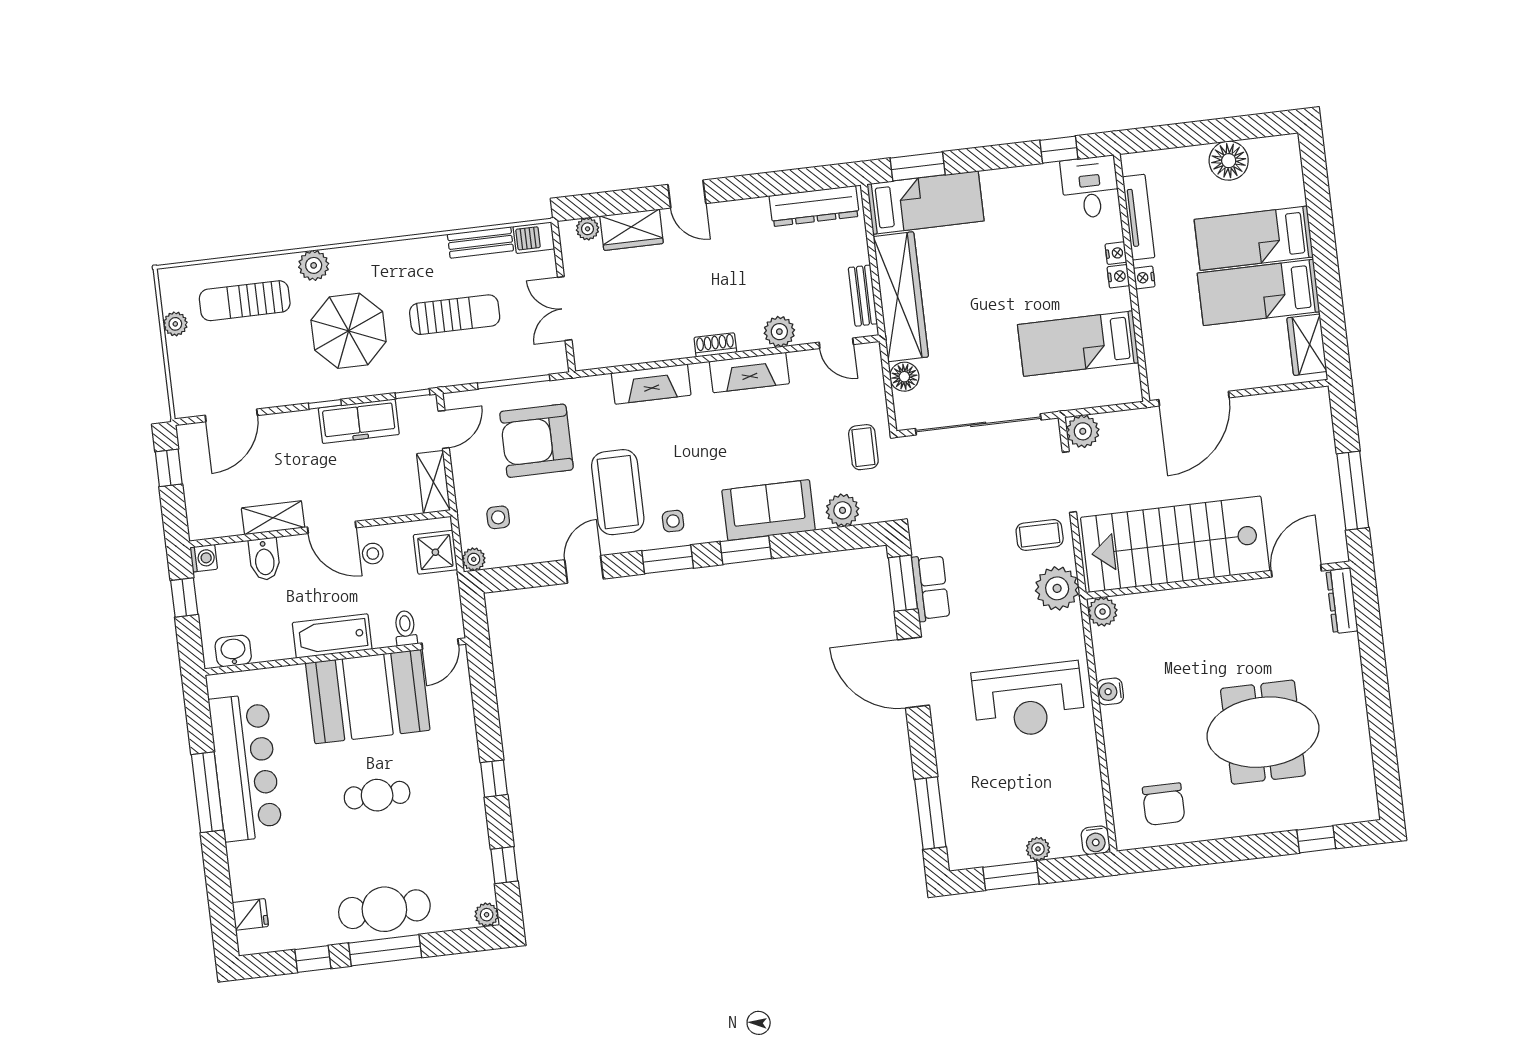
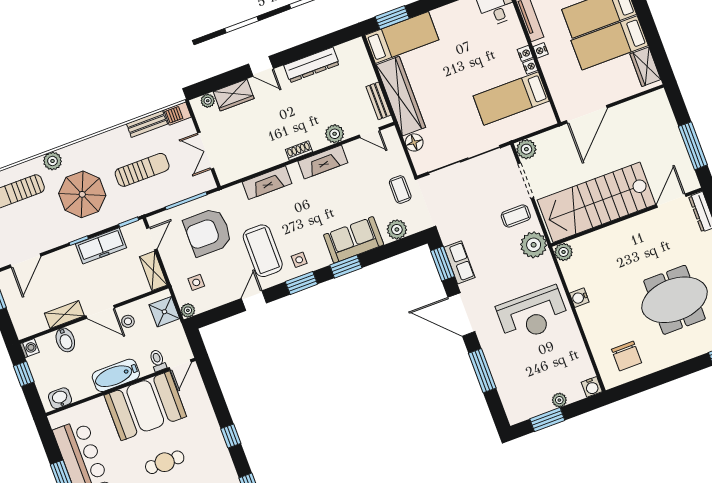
dresser: (814, 206) -> (312, 65), moved
nightstand: (1116, 253) -> (530, 66), moved
window: (930, 813) -> (482, 371), moved

